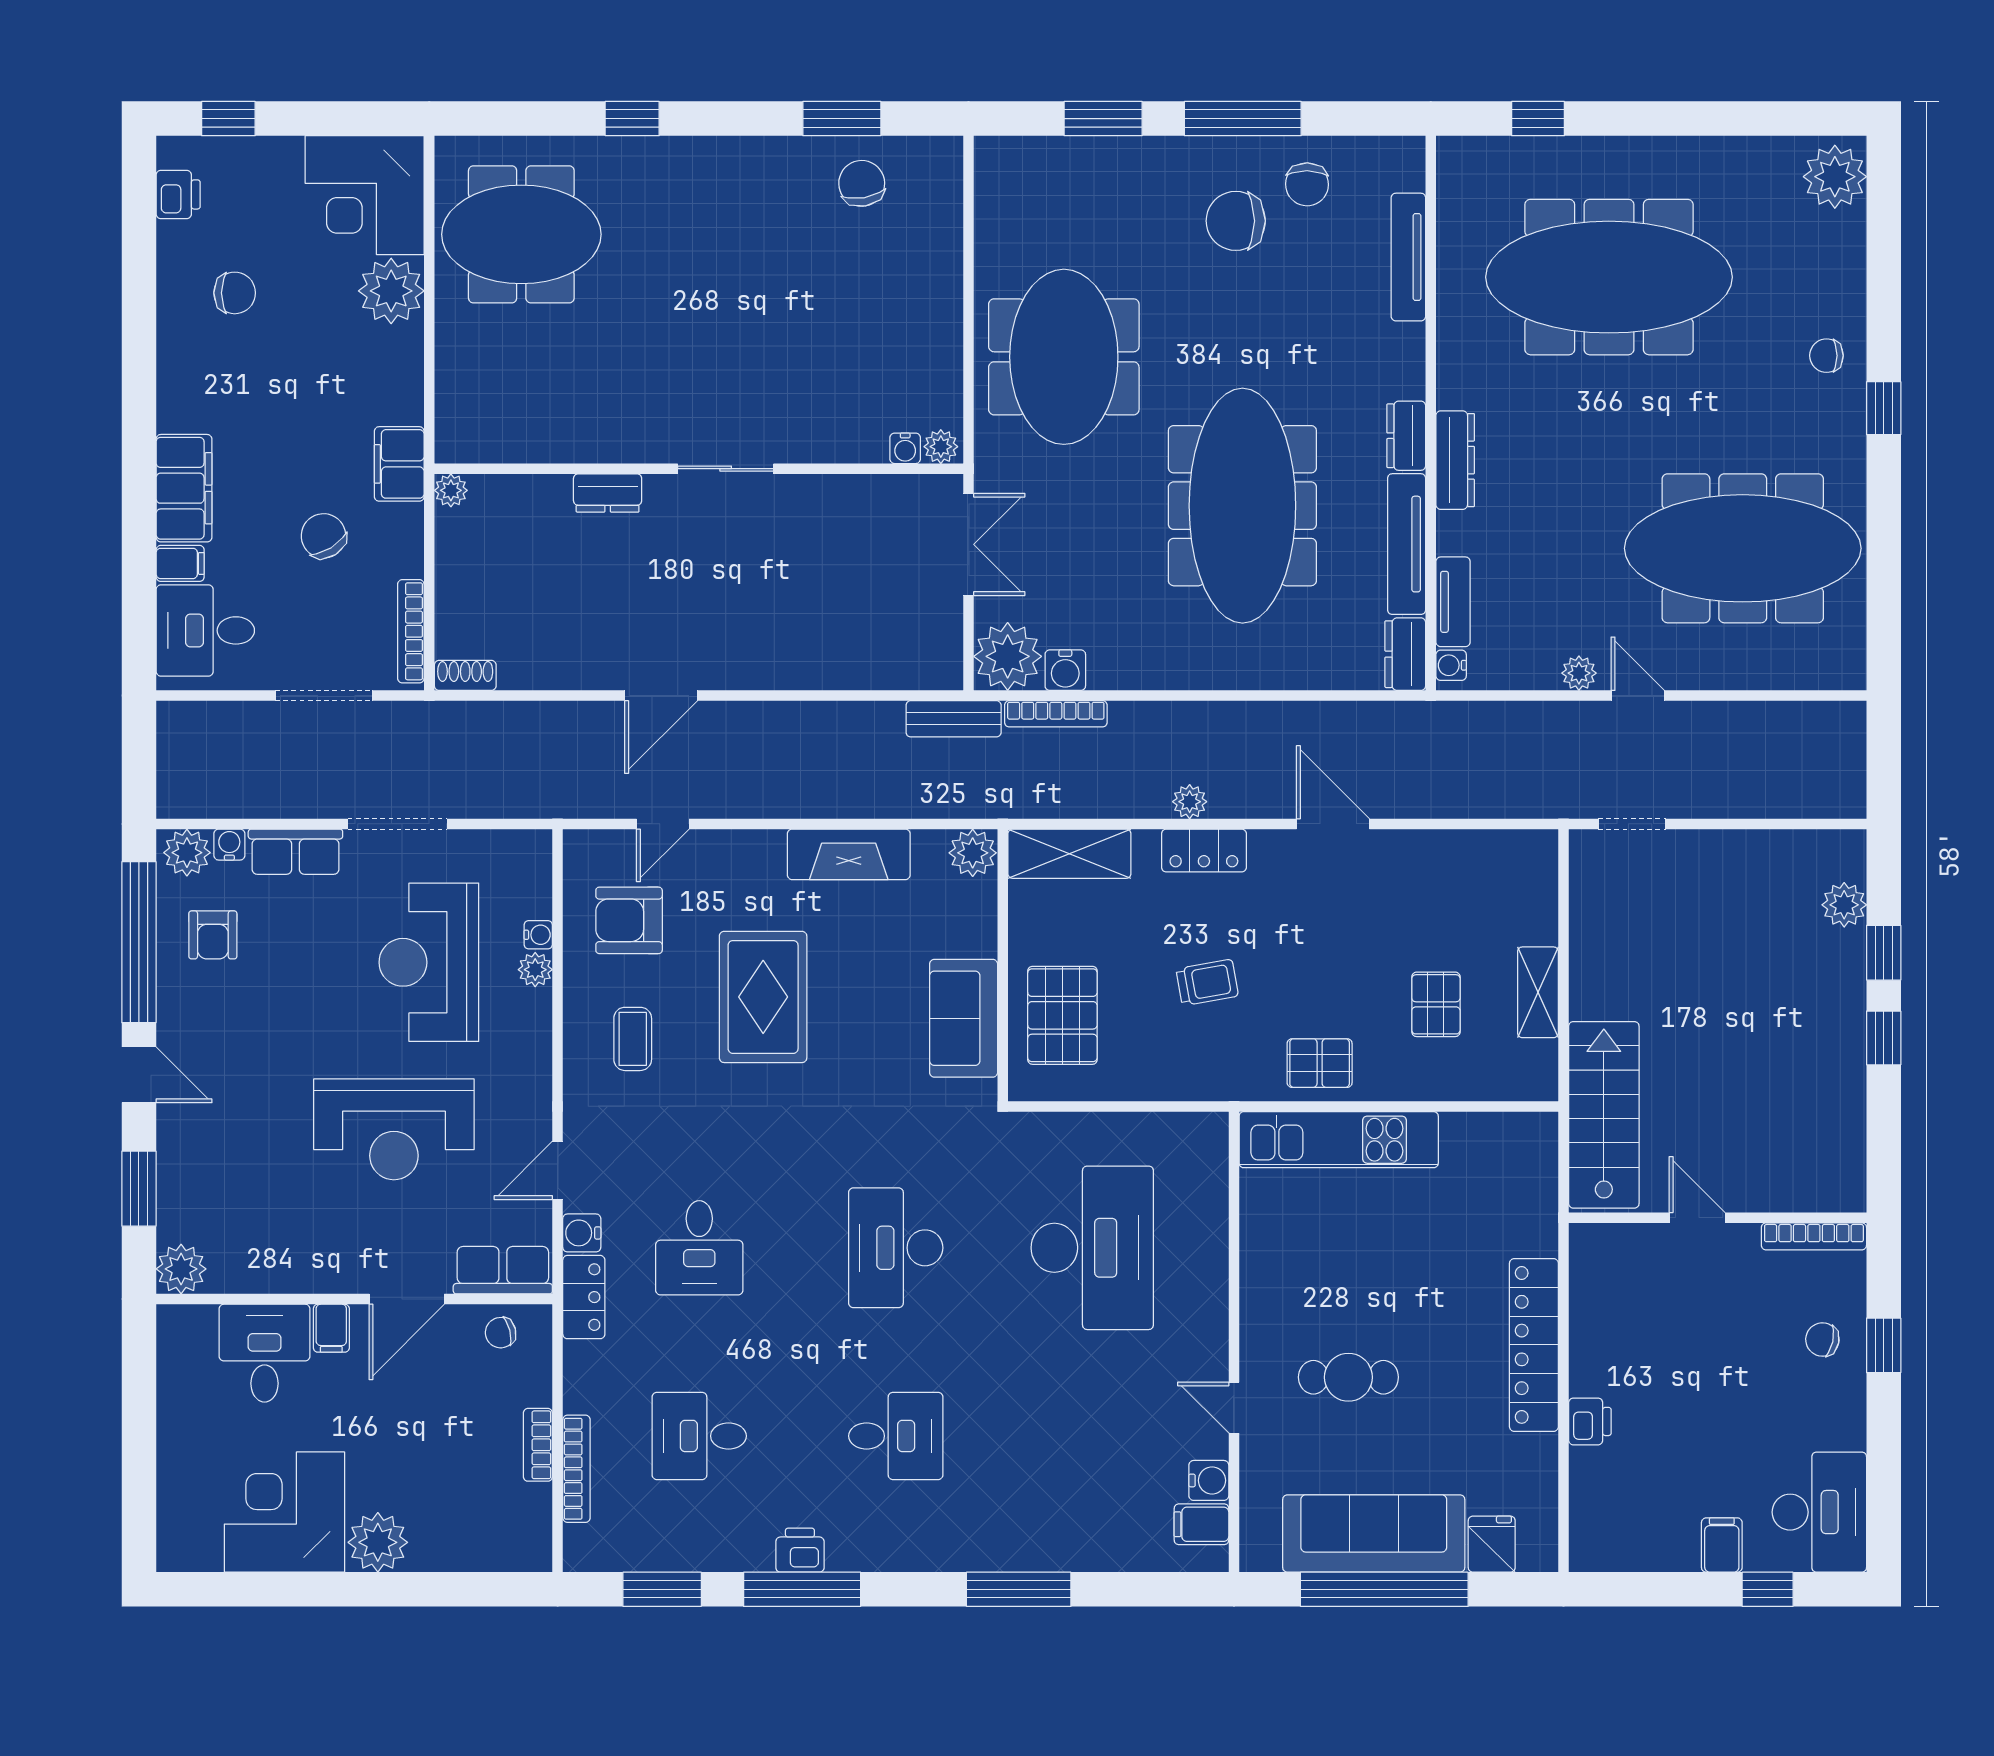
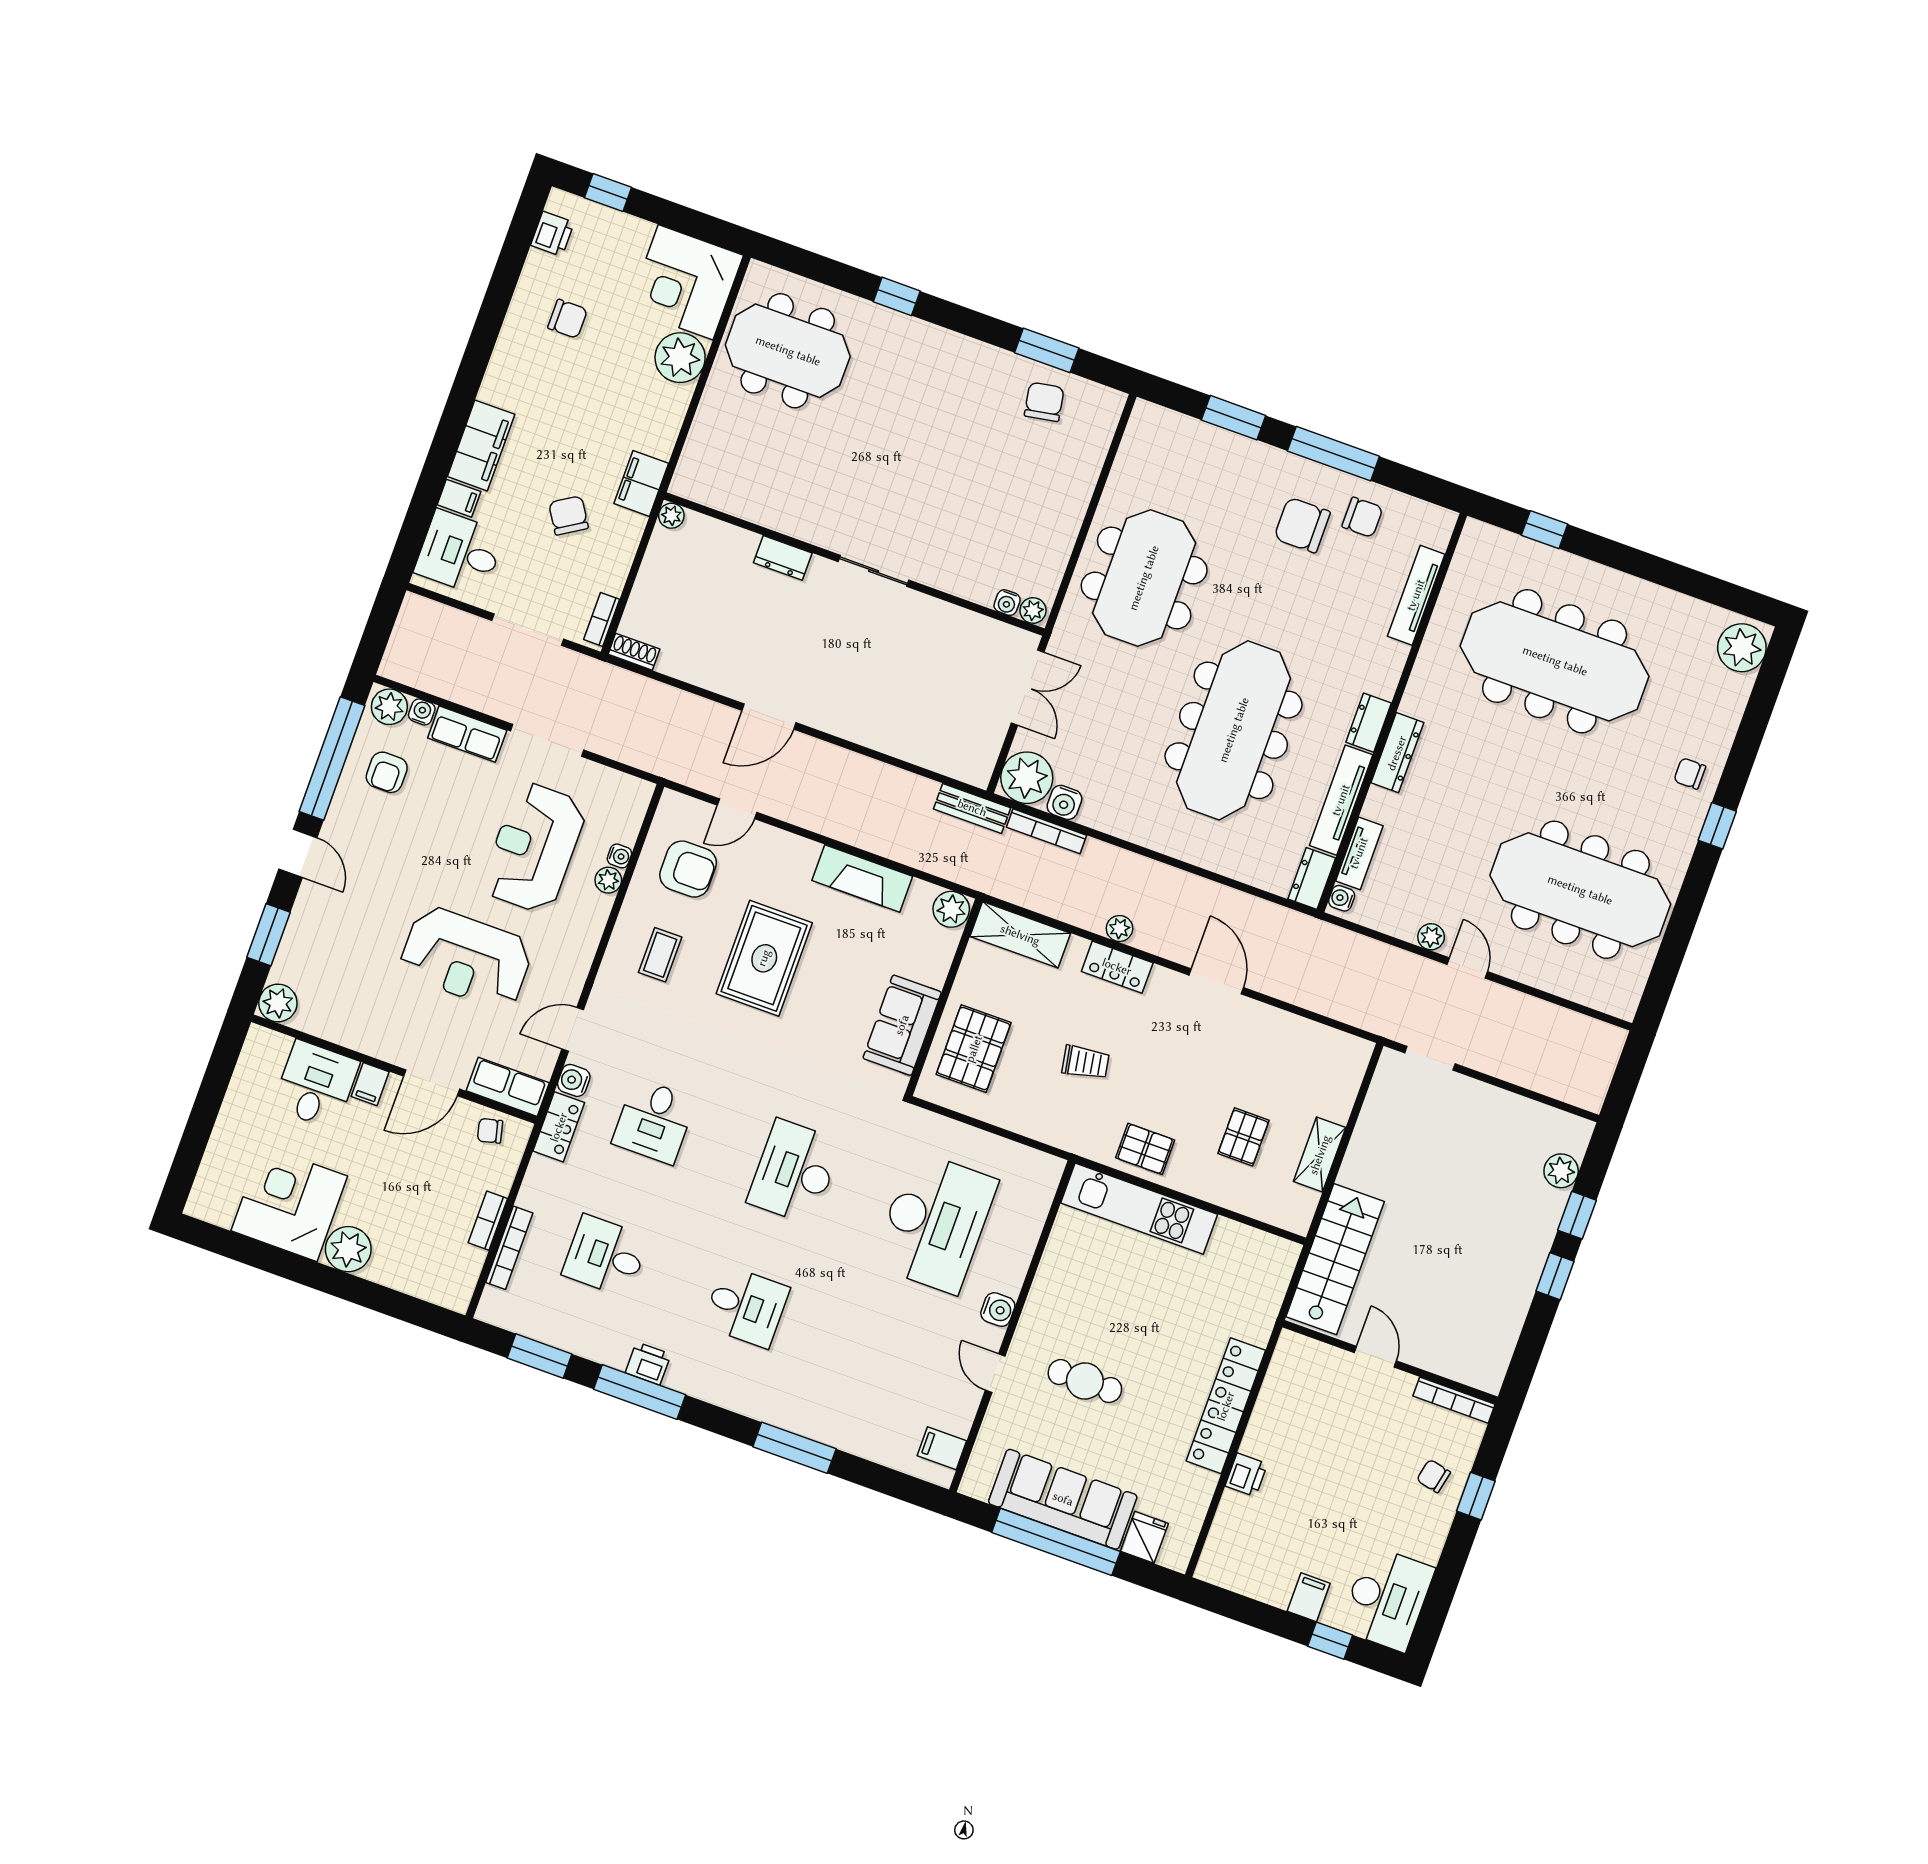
chair: (1307, 184) -> (1362, 517), turned -91
bookcase: (411, 631) -> (602, 619), width x0.64
armchair: (629, 920) -> (688, 869), turned 180
water cooler: (1209, 1480) -> (998, 1310), moved

